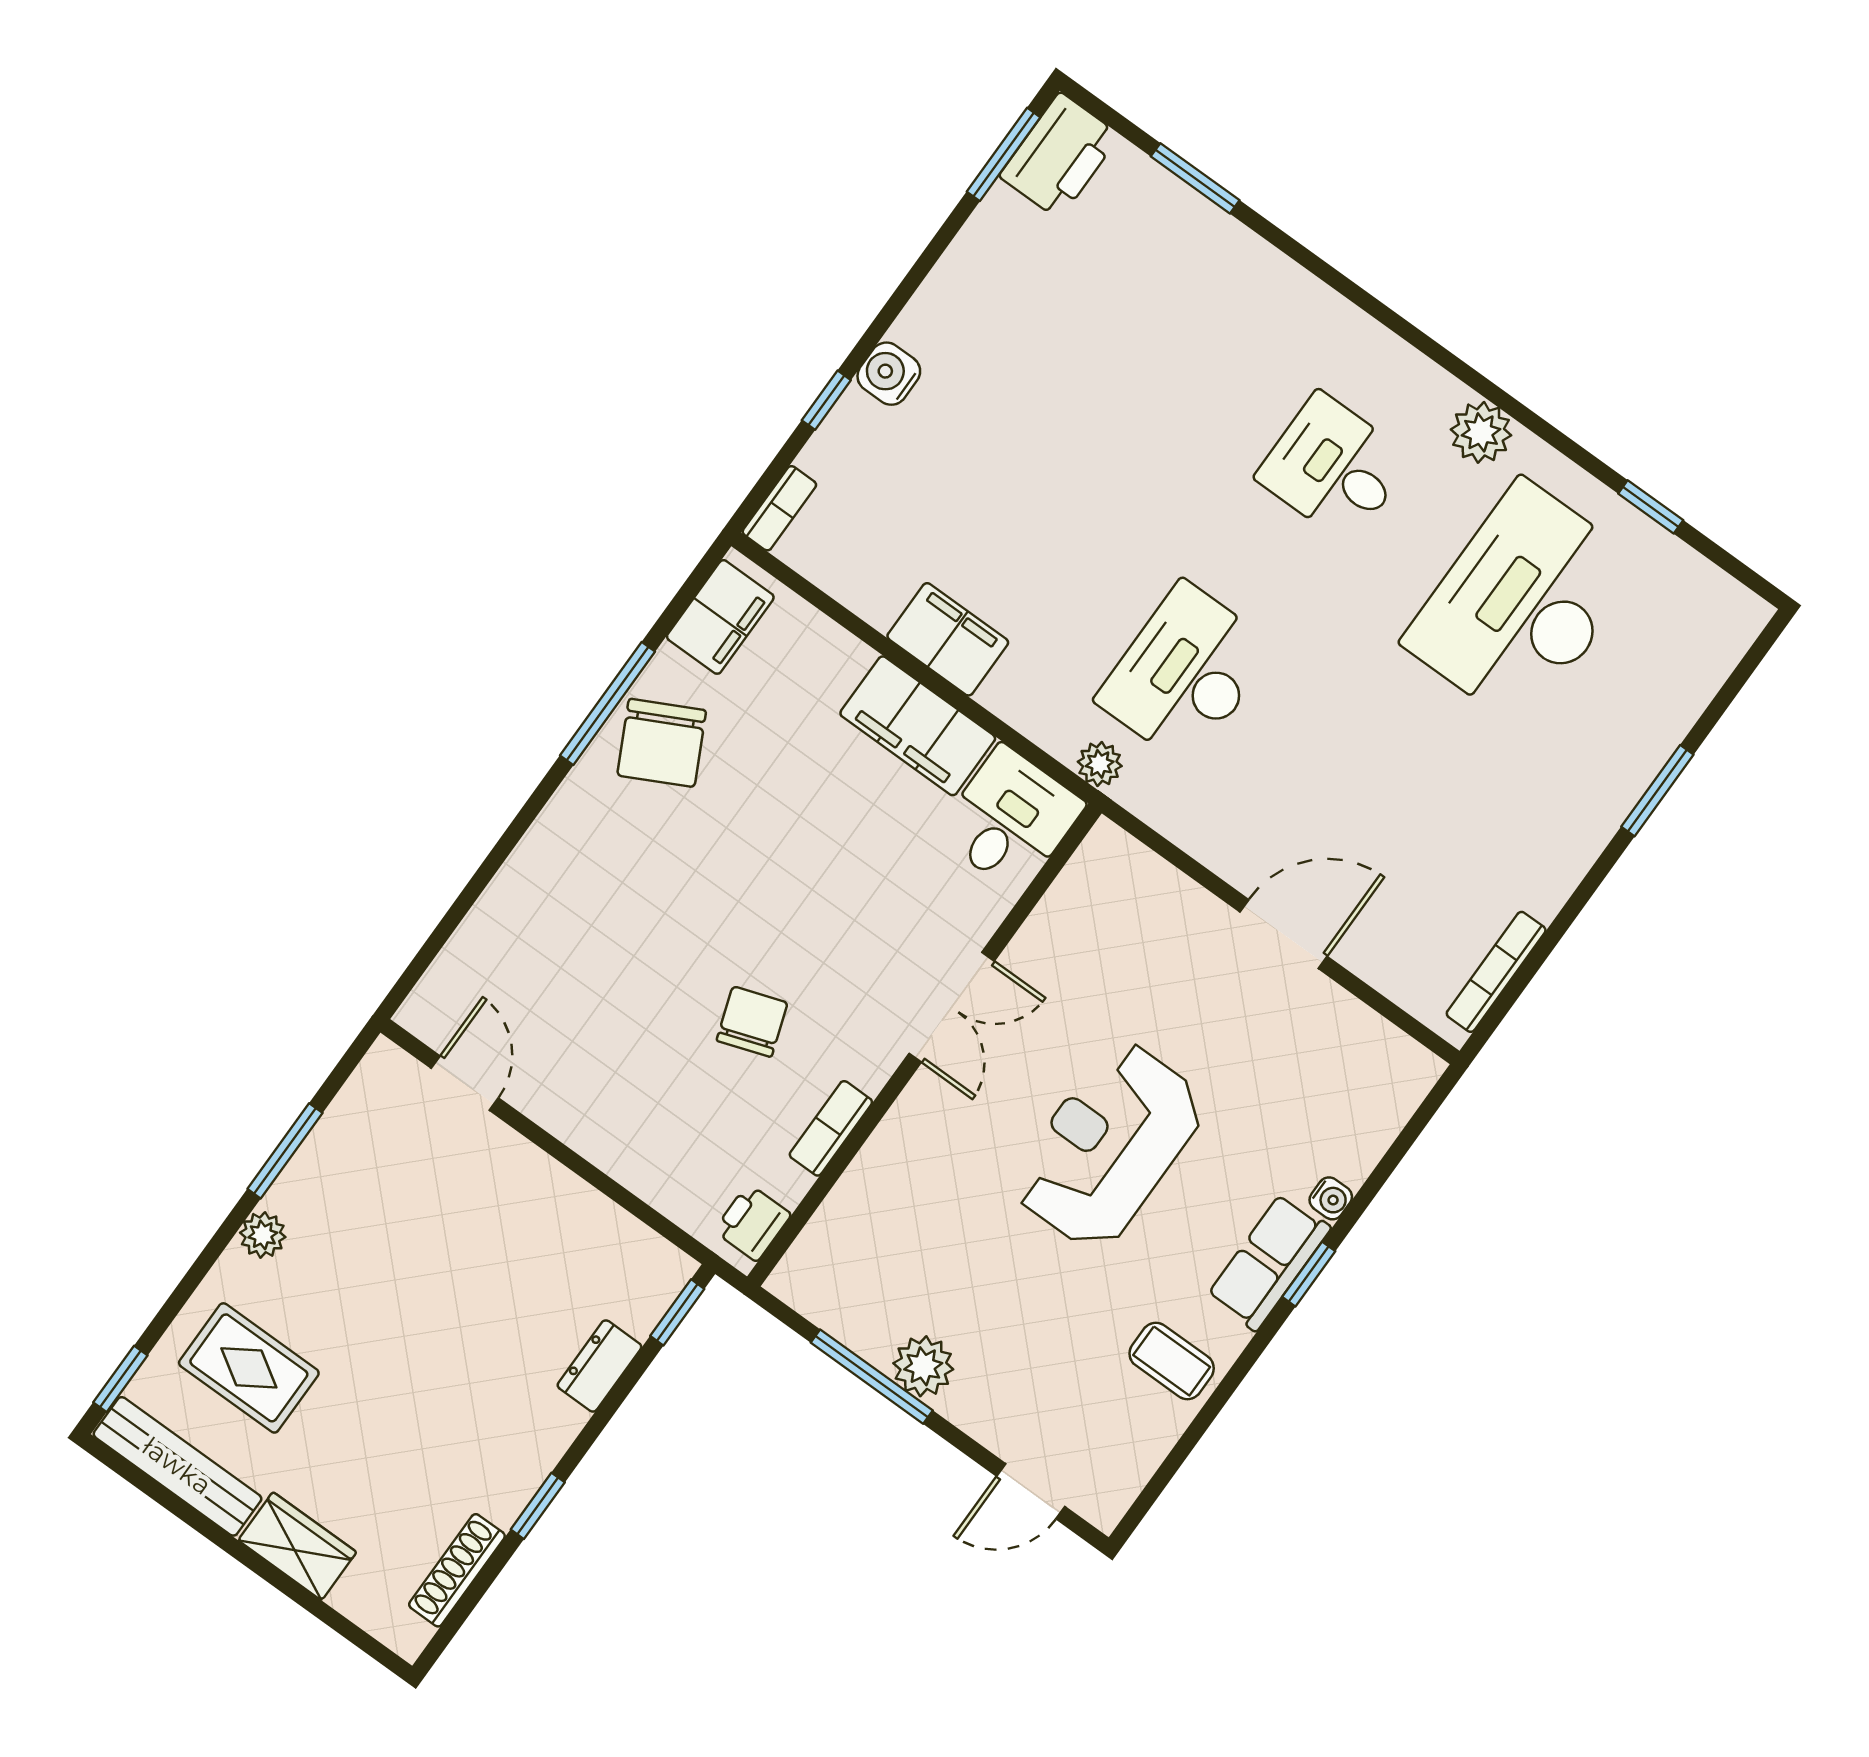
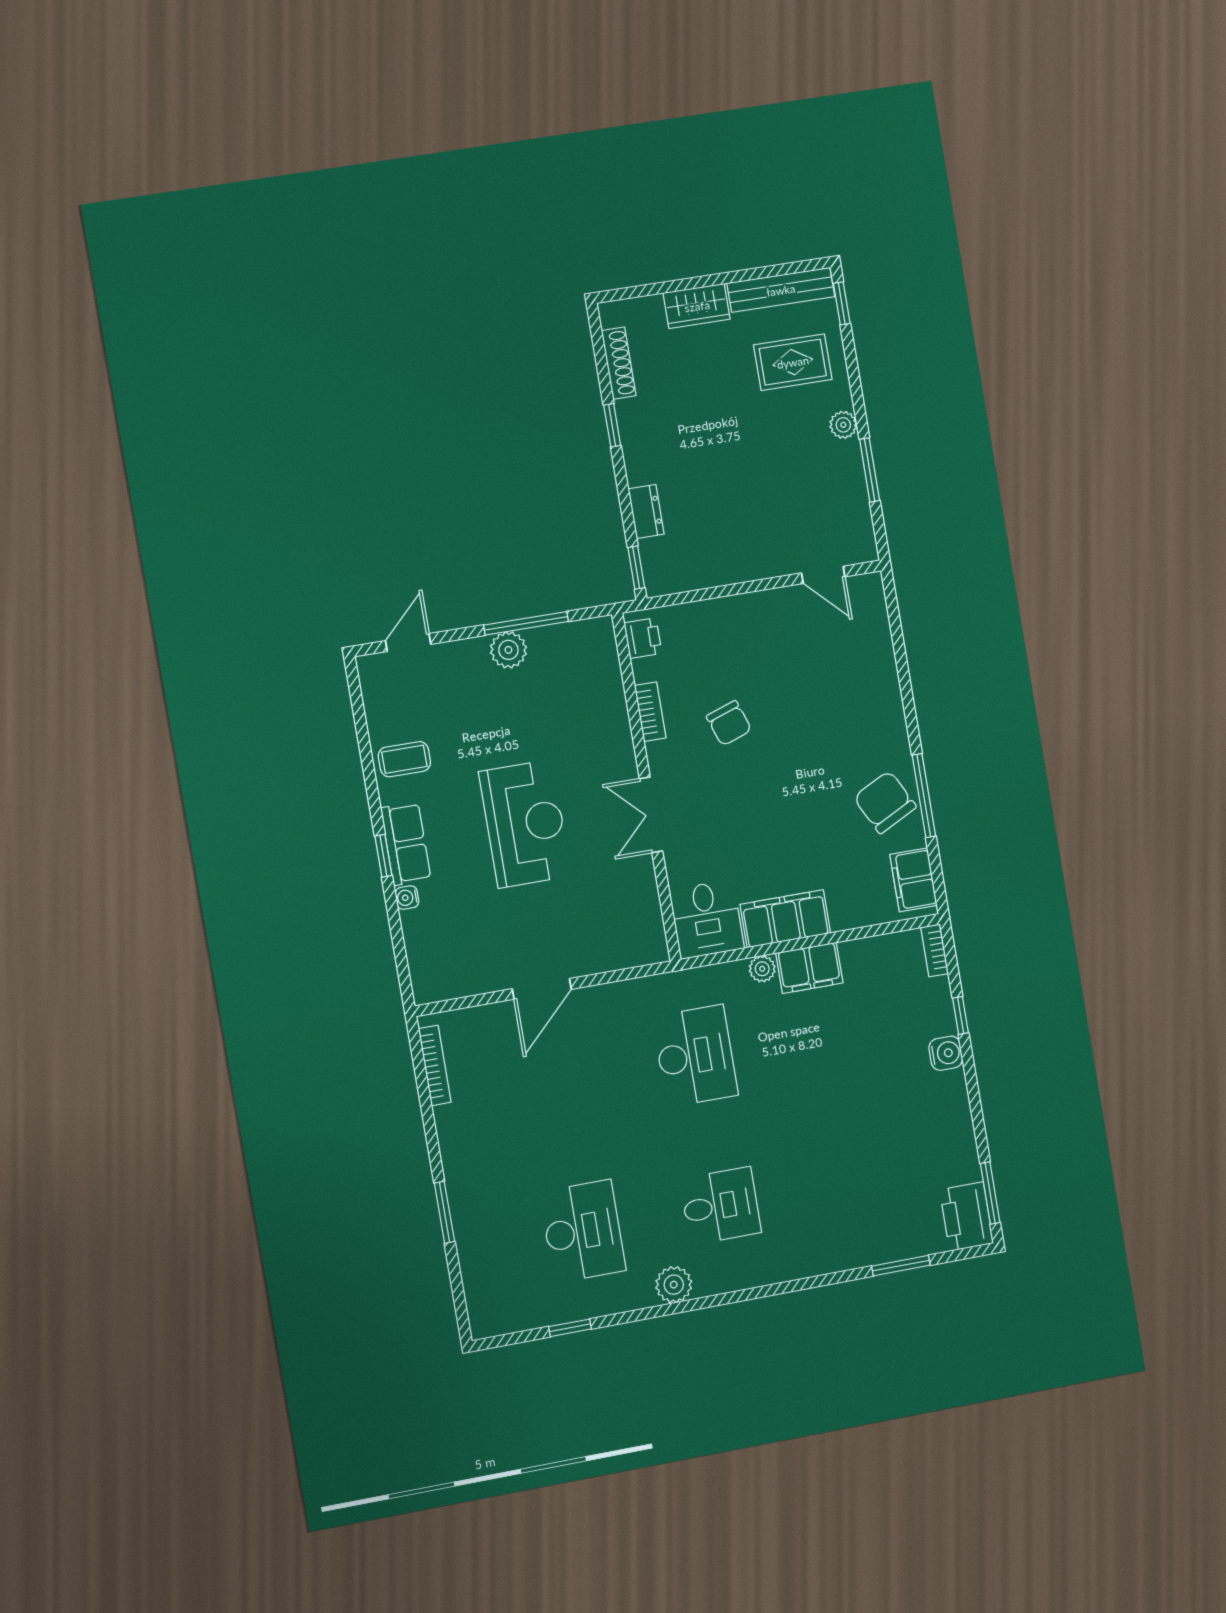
desk: (1522, 604) -> (583, 1231), width x0.73, depth x0.77
plant: (1100, 764) -> (762, 969), moved

